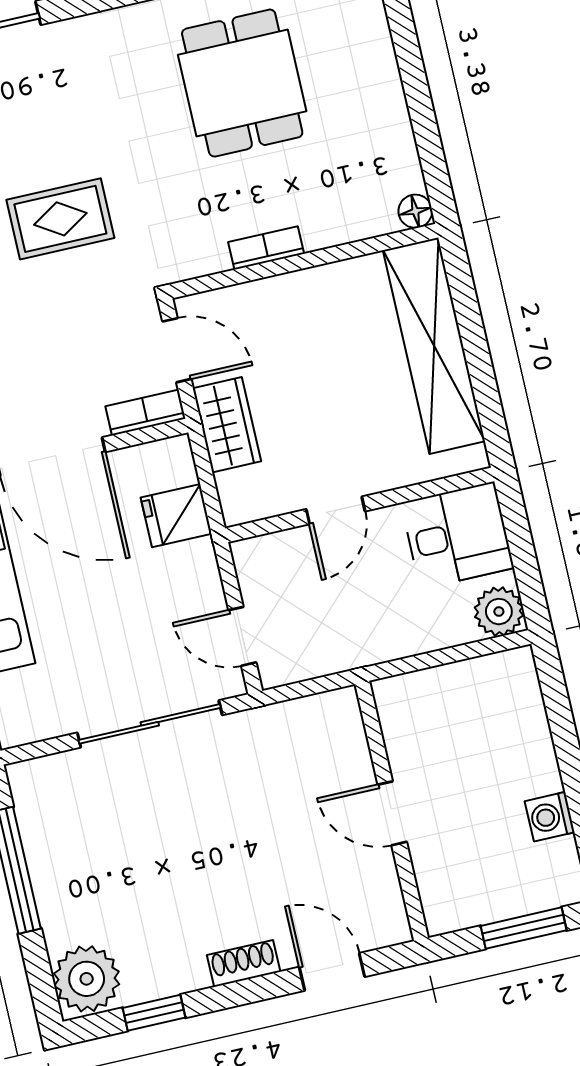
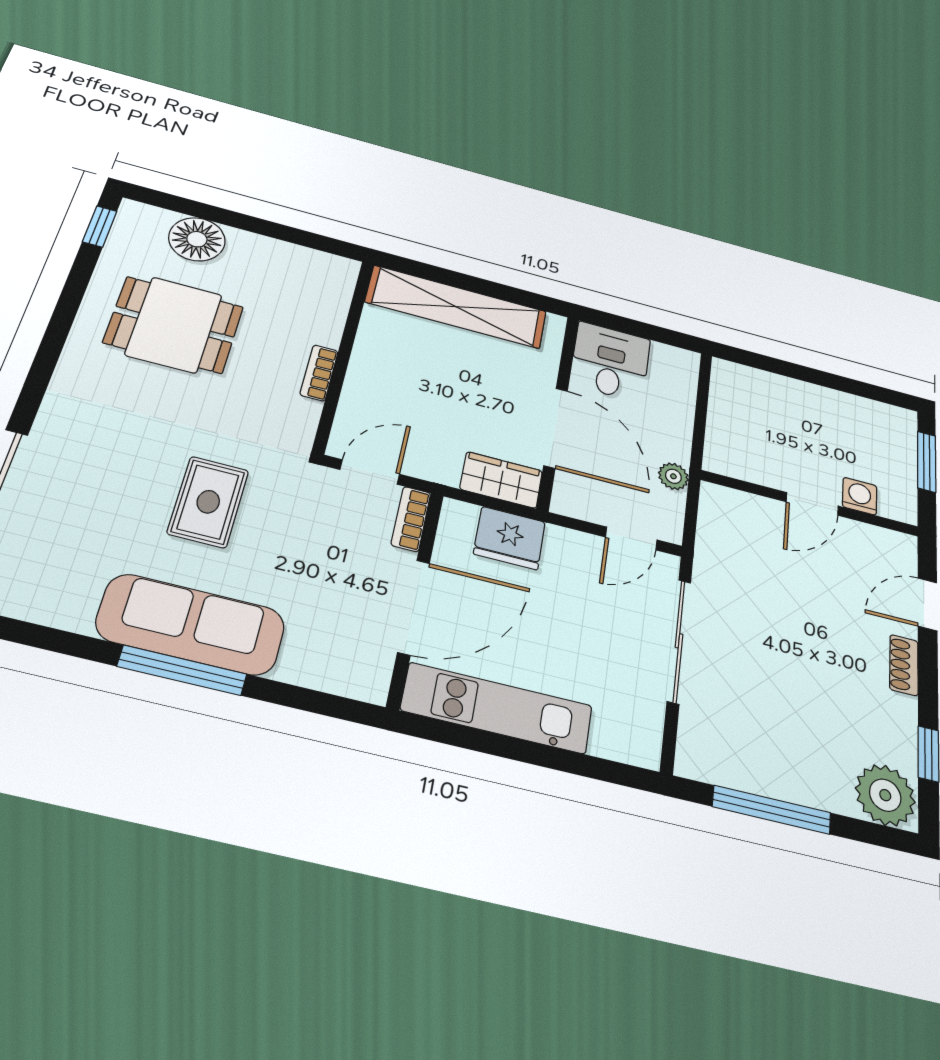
floor lamp: (415, 211) -> (197, 239), moved, width x1.89, depth x1.89
wardrobe: (227, 425) -> (501, 480), moved
door: (336, 510) -> (556, 428), width x1.88
fridge: (176, 516) -> (510, 538), width x1.38
plant: (499, 612) -> (673, 476), moved, width x0.73, depth x0.73
washing machine: (550, 817) -> (860, 496), moved, turned 180

